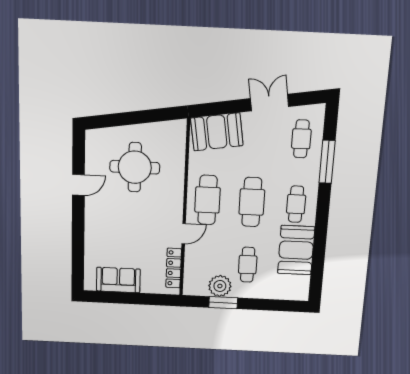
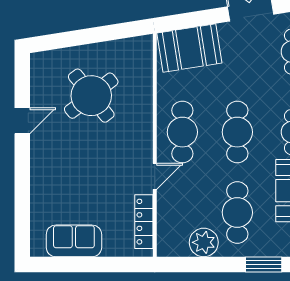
round table: (135, 167) -> (91, 96), turned -38
cafe table: (248, 265) -> (237, 212), width x1.37, depth x1.35
window: (223, 303) -> (264, 265), moved

